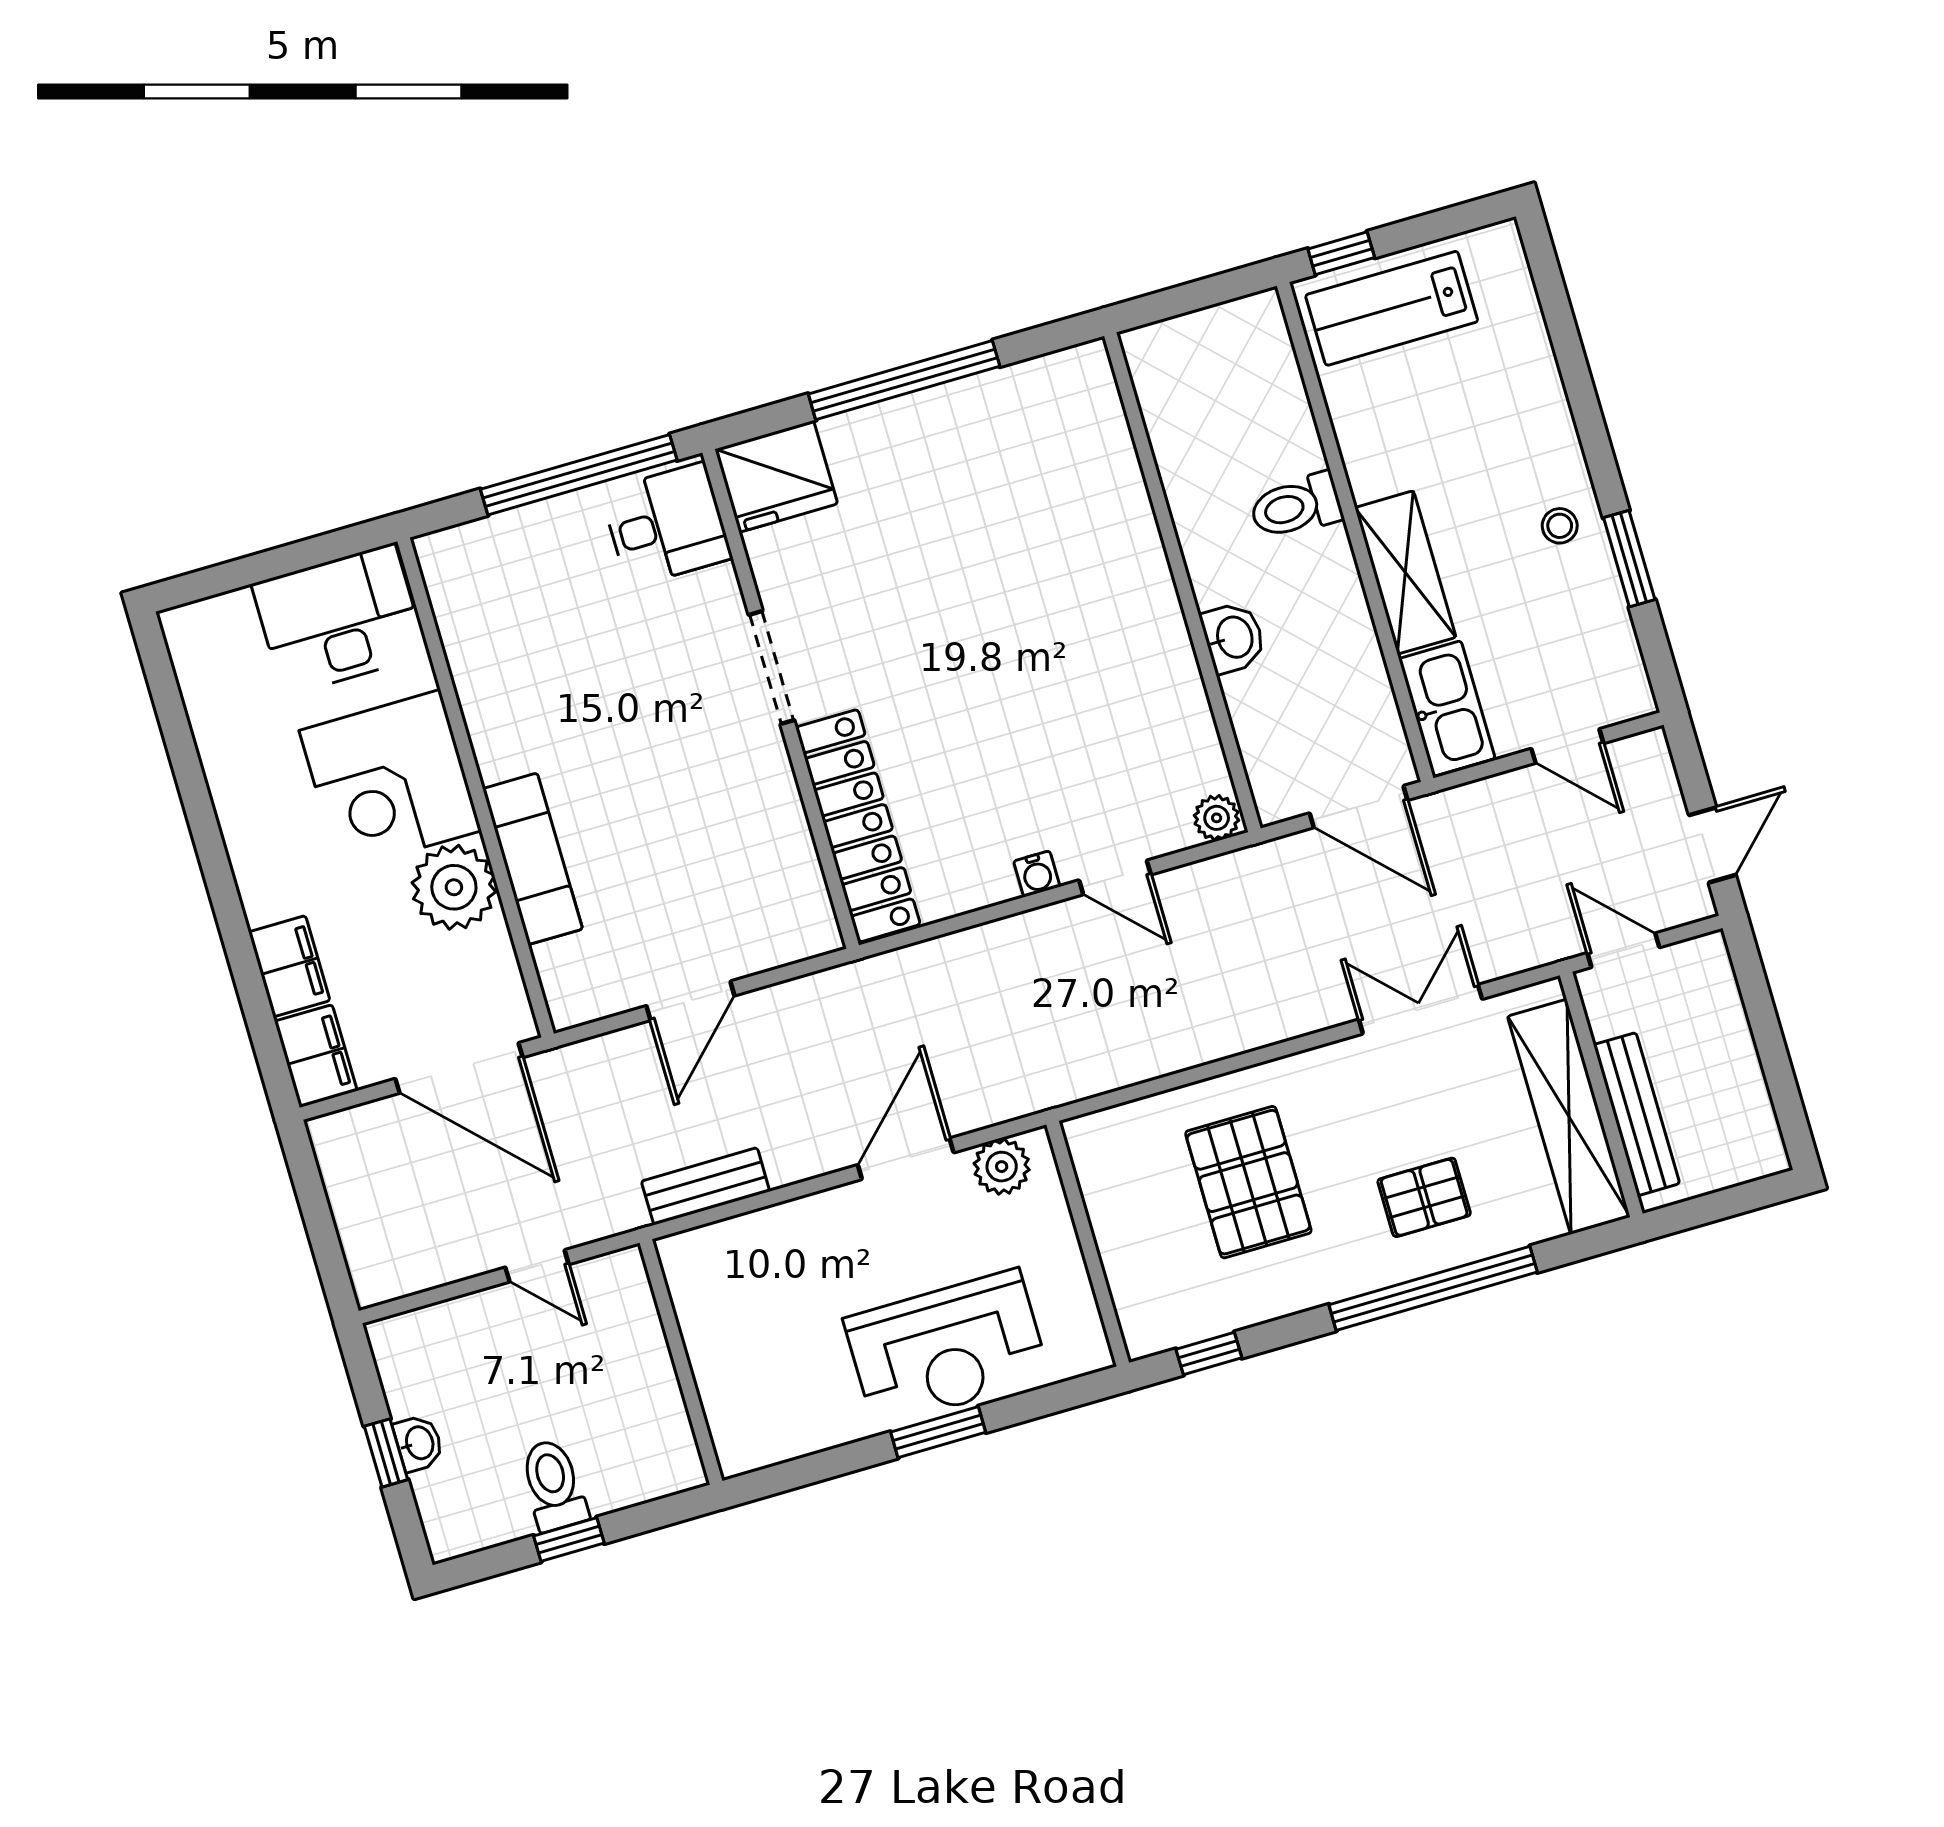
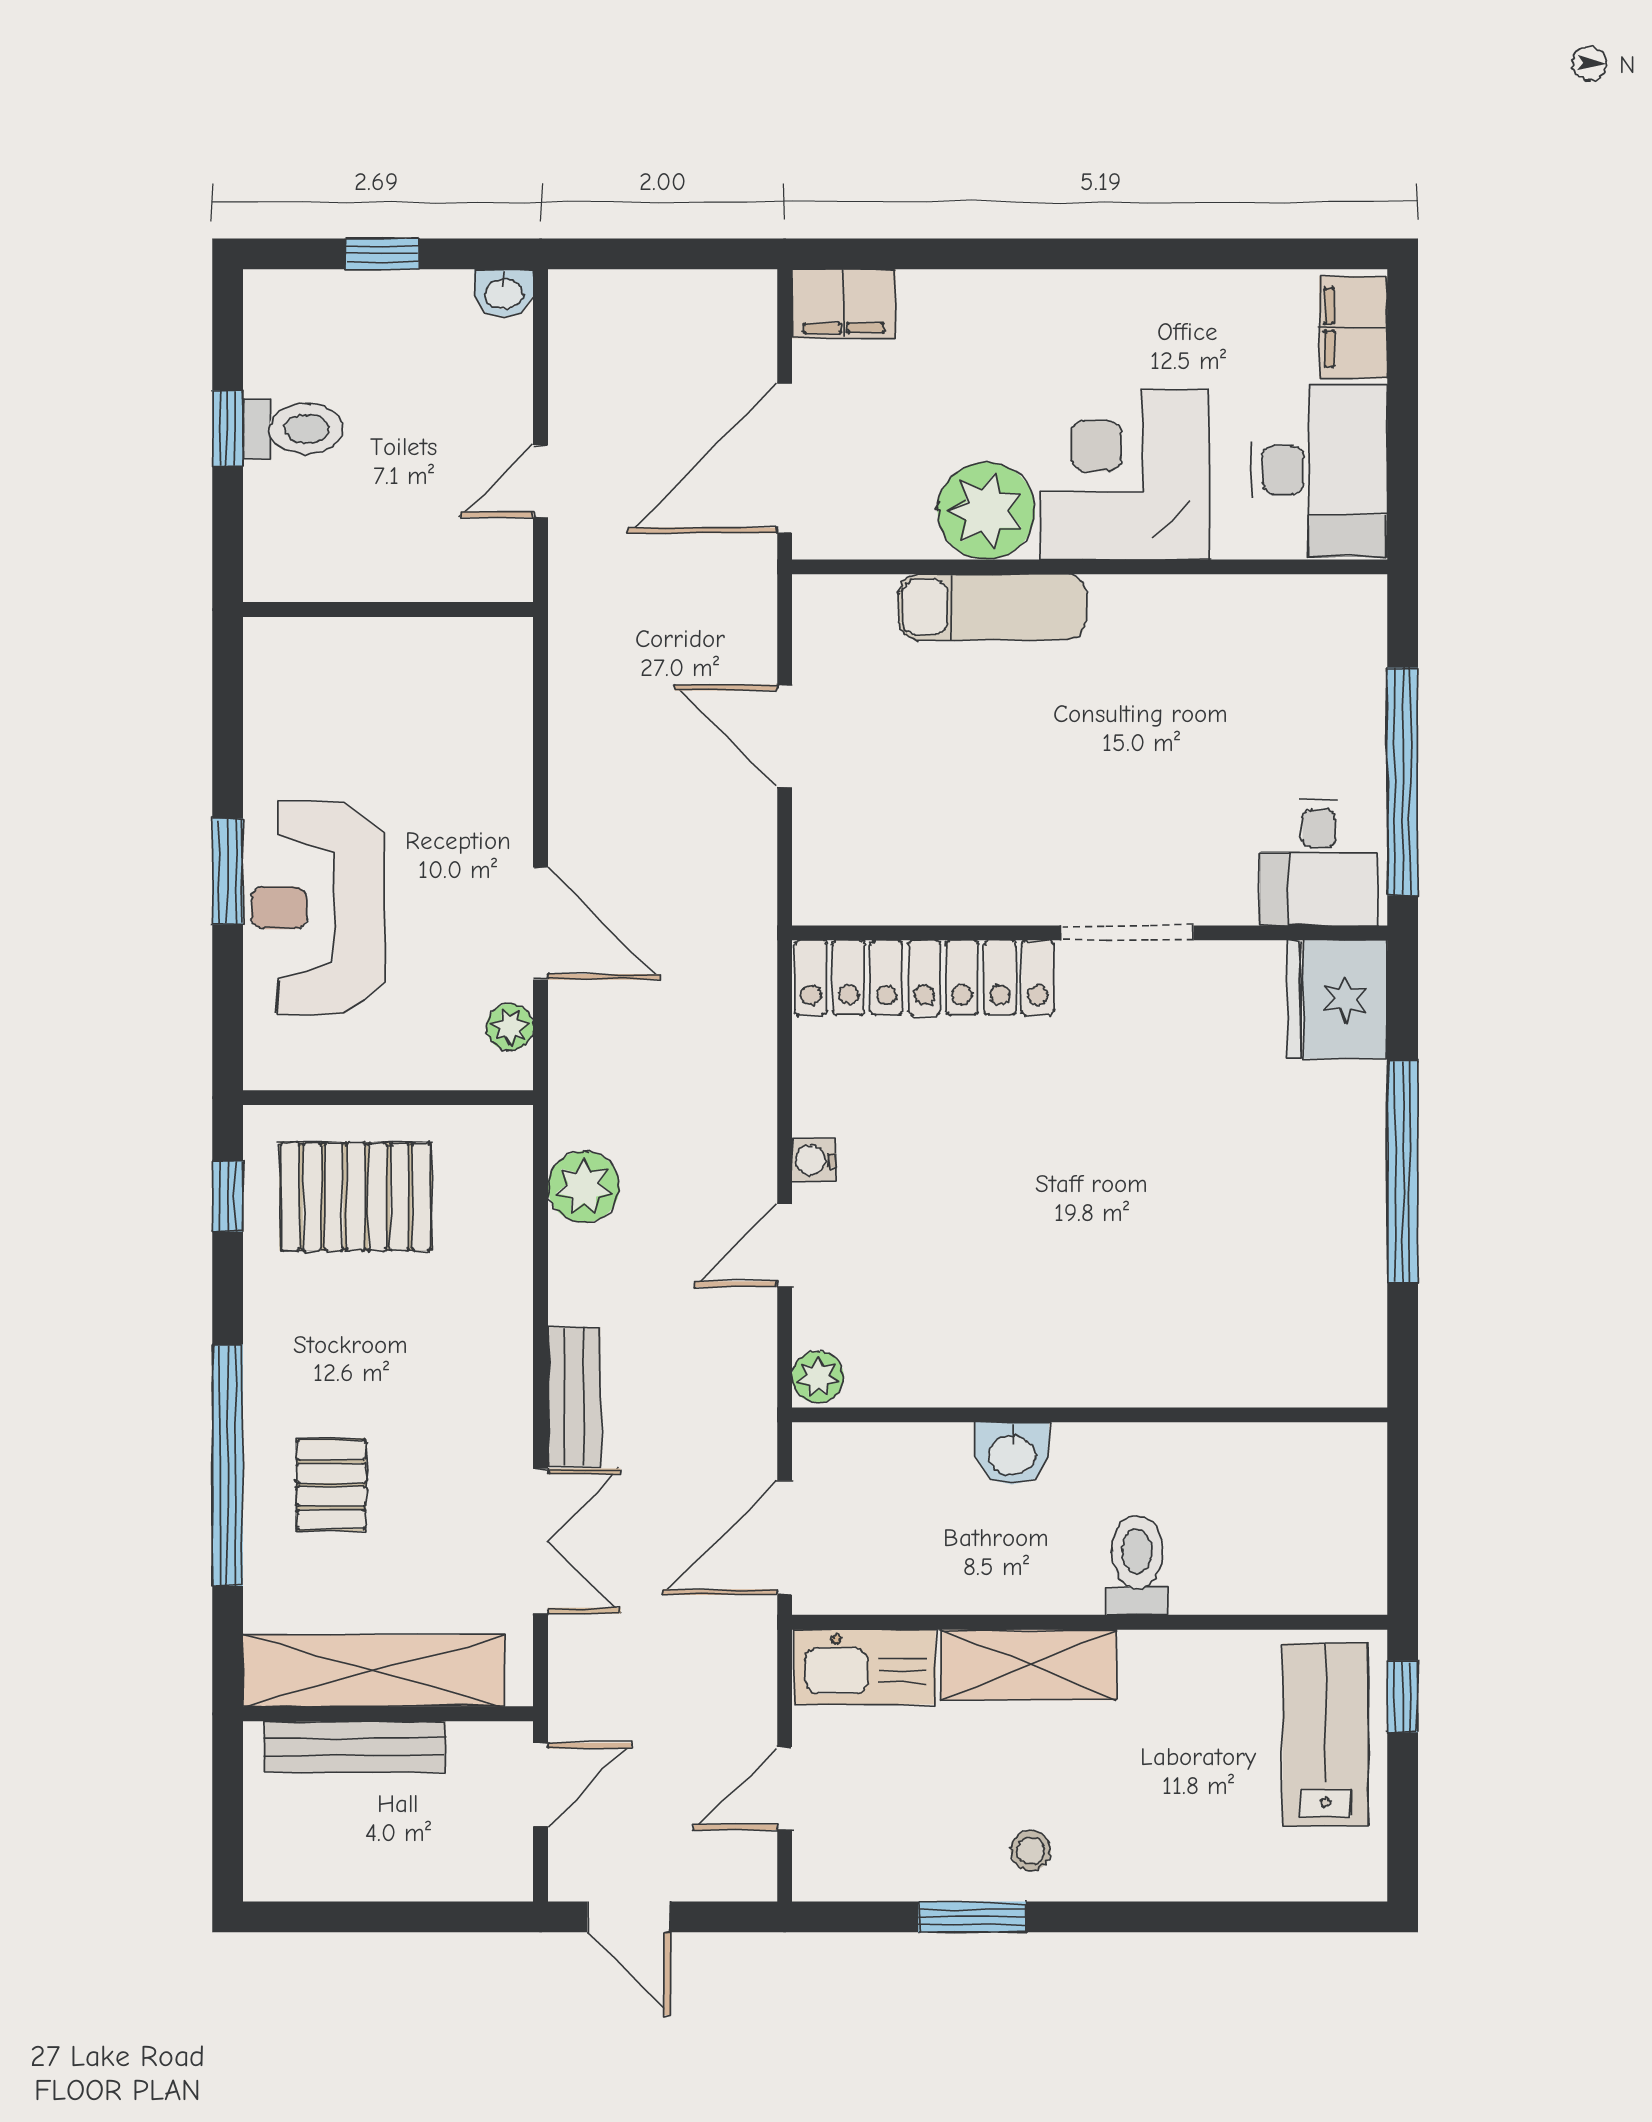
filing cabinet: (289, 966) -> (1353, 327), moved, turned 90
plant: (1115, 1059) -> (584, 1187), added
plant: (1002, 1167) -> (510, 1027), width x0.73, depth x0.73
pallet: (1248, 1182) -> (356, 1197), moved
bench: (706, 1186) -> (574, 1397), moved
washbasin: (418, 1443) -> (504, 293), moved

